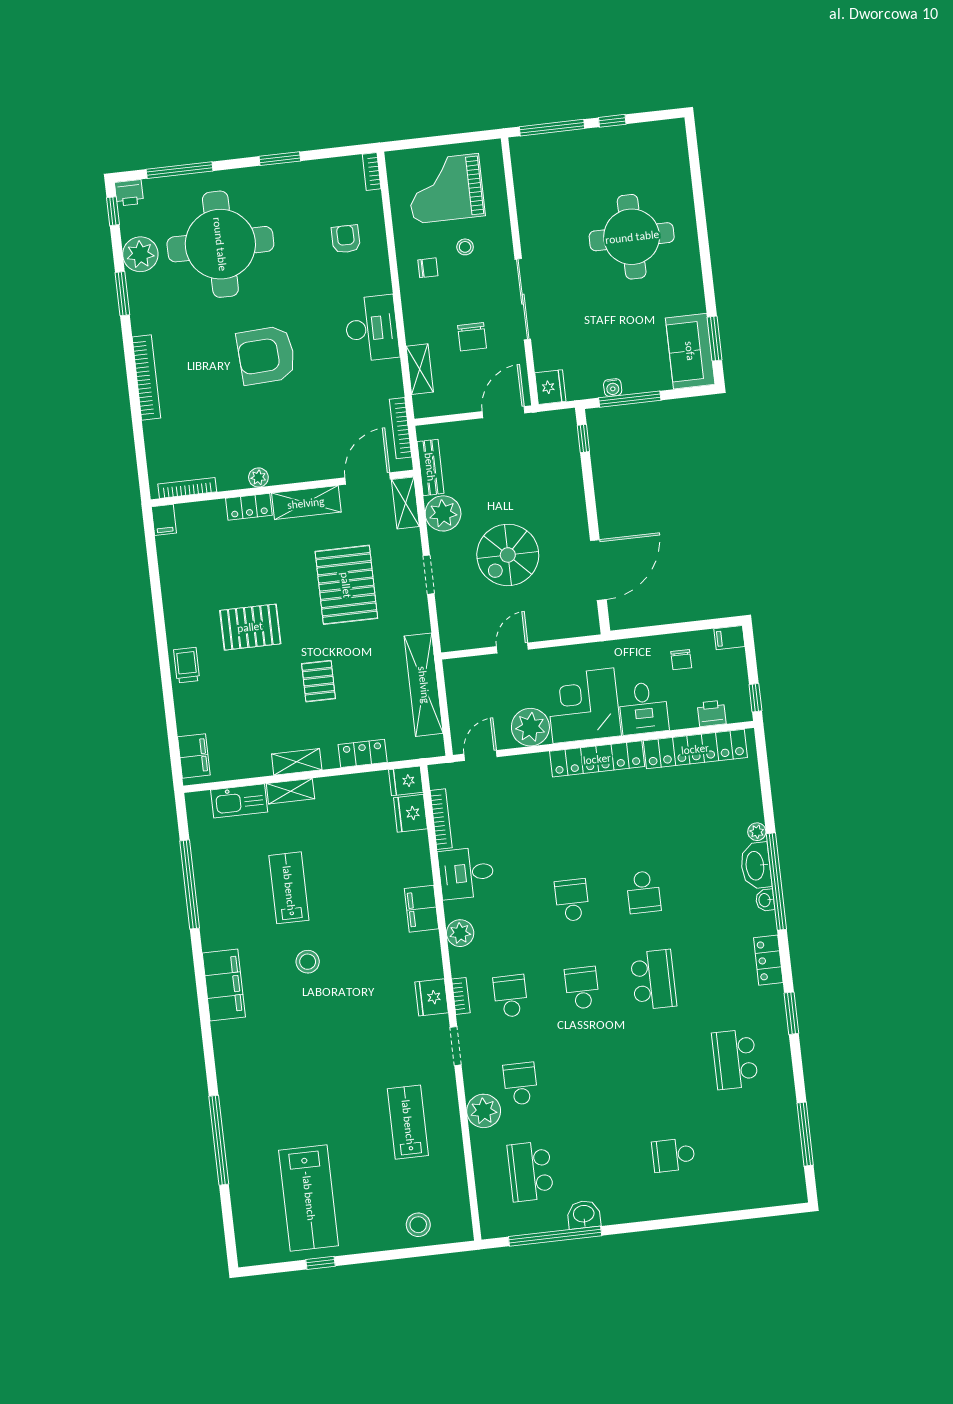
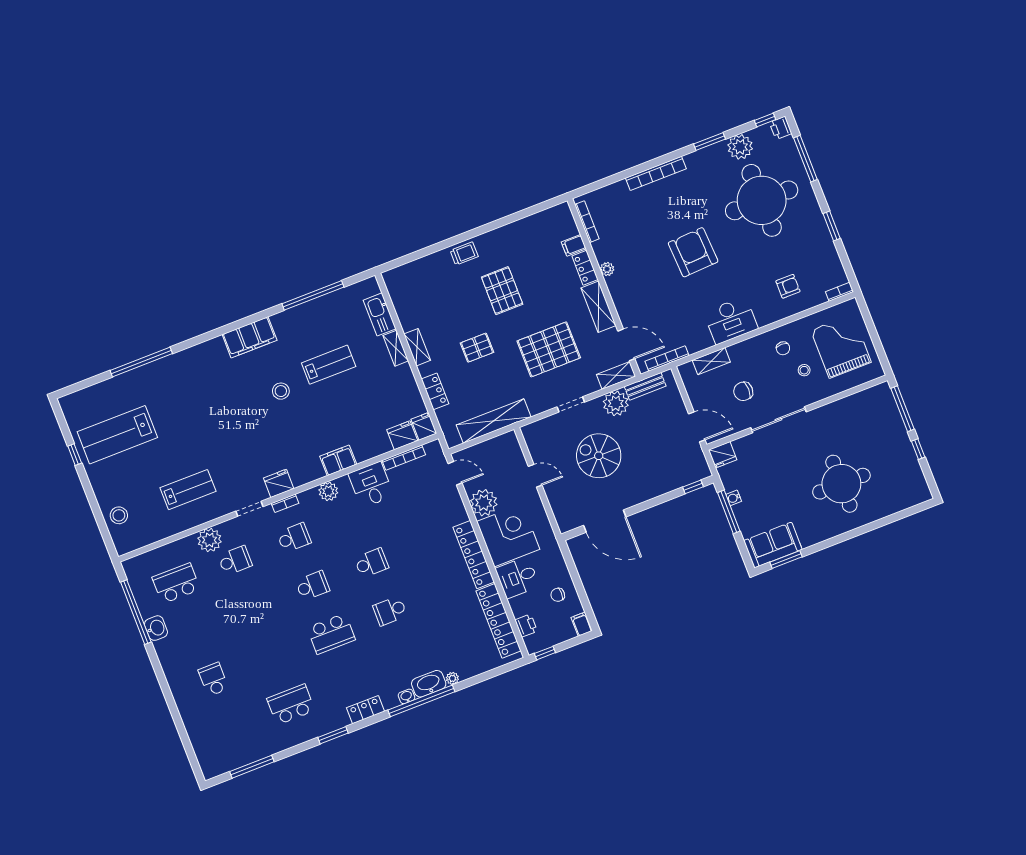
filing cabinet: (164, 520) -> (574, 245), moved
filing cabinet: (194, 756) -> (403, 275), removed

